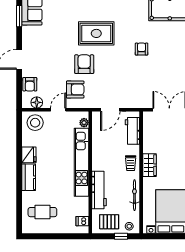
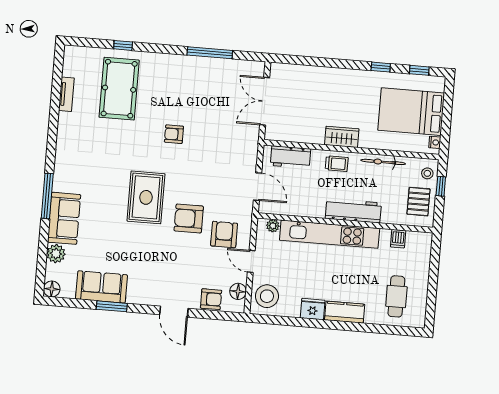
workbench: (99, 190) -> (353, 211), moved
dishwasher: (82, 221) -> (398, 239), moved

